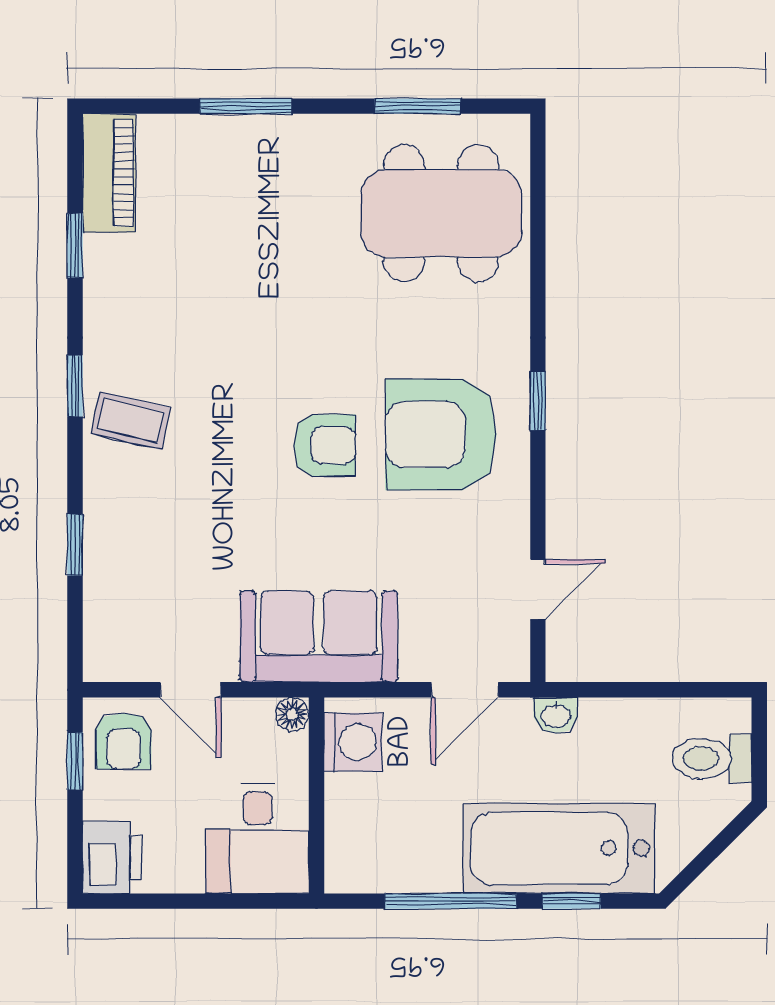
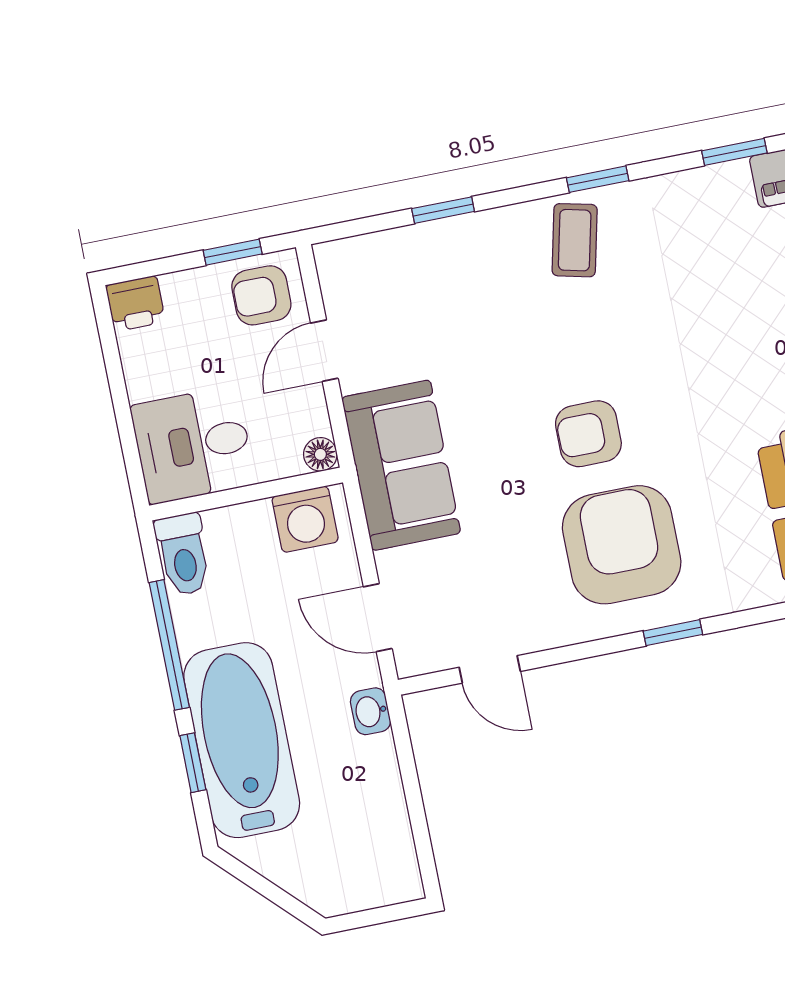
armchair: (325, 445) -> (588, 434), turned 90
toilet: (712, 759) -> (183, 554), moved, turned 180
printer: (112, 857) -> (135, 304), width x0.73, depth x0.81

